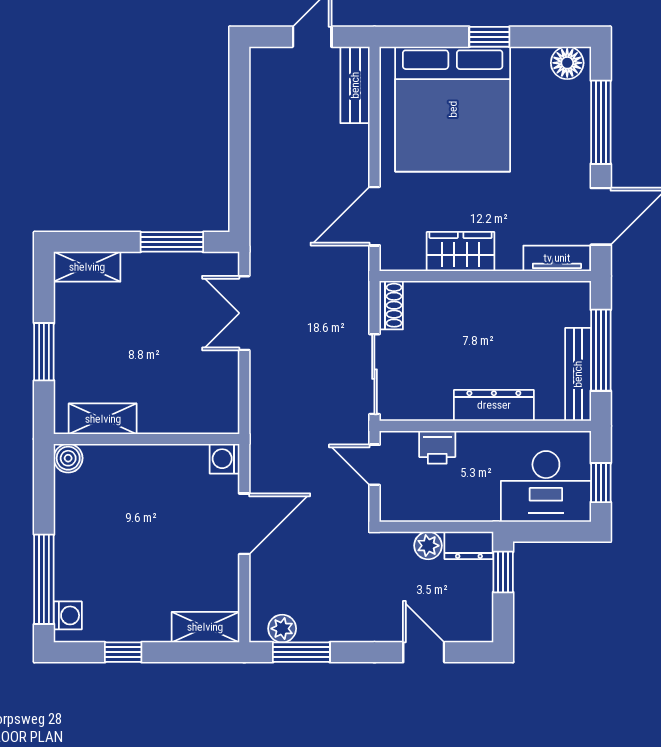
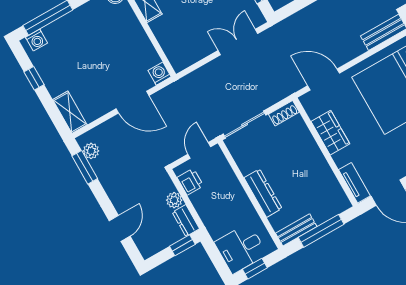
bench: (578, 374) -> (296, 230), width x0.73
printer: (437, 447) -> (190, 182), moved, turned 180
desk: (546, 487) -> (241, 248), width x0.73

